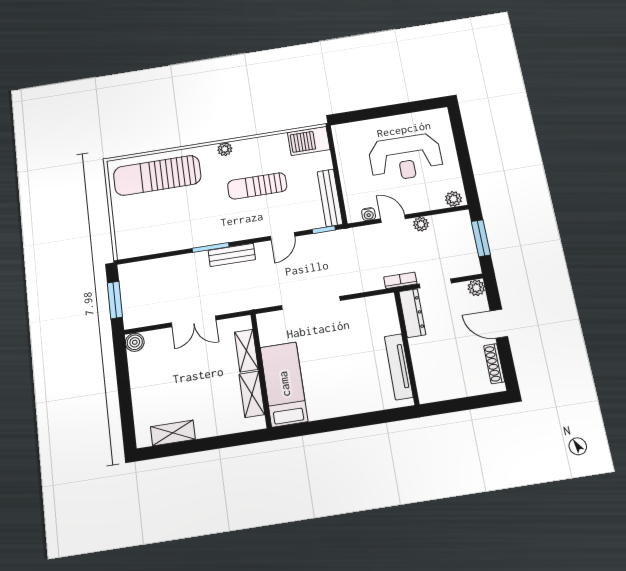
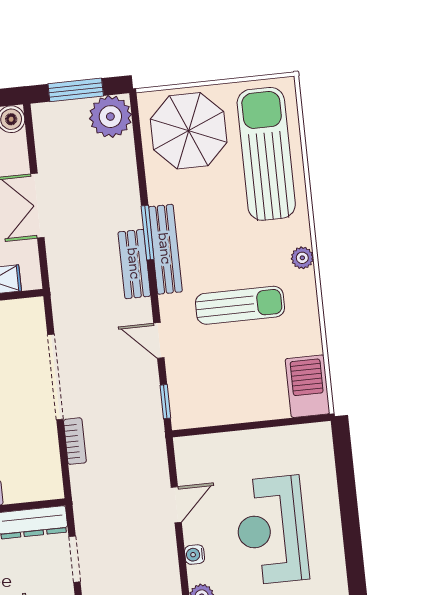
sun lounger: (257, 186) -> (240, 305), turned 90
bench: (330, 198) -> (165, 249), moved, turned 90
water cooler: (369, 214) -> (195, 555), moved
plant: (421, 224) -> (110, 117), moved, width x1.88, depth x1.88
parasol: (142, 225) -> (189, 131), added
bookcase: (400, 280) -> (75, 441), moved

